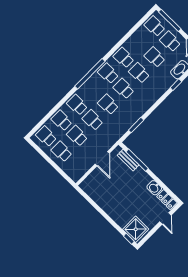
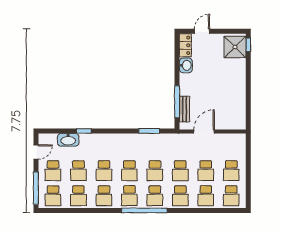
school desk: (139, 42) -> (78, 196), added
school desk: (93, 89) -> (155, 196), added

